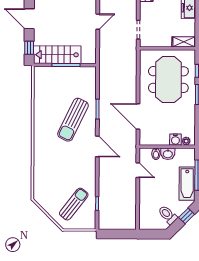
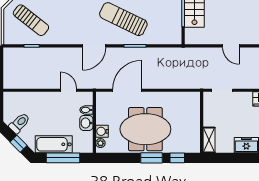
meeting table: (168, 80) -> (145, 129), moved
door: (138, 170) -> (68, 90), swing flipped

